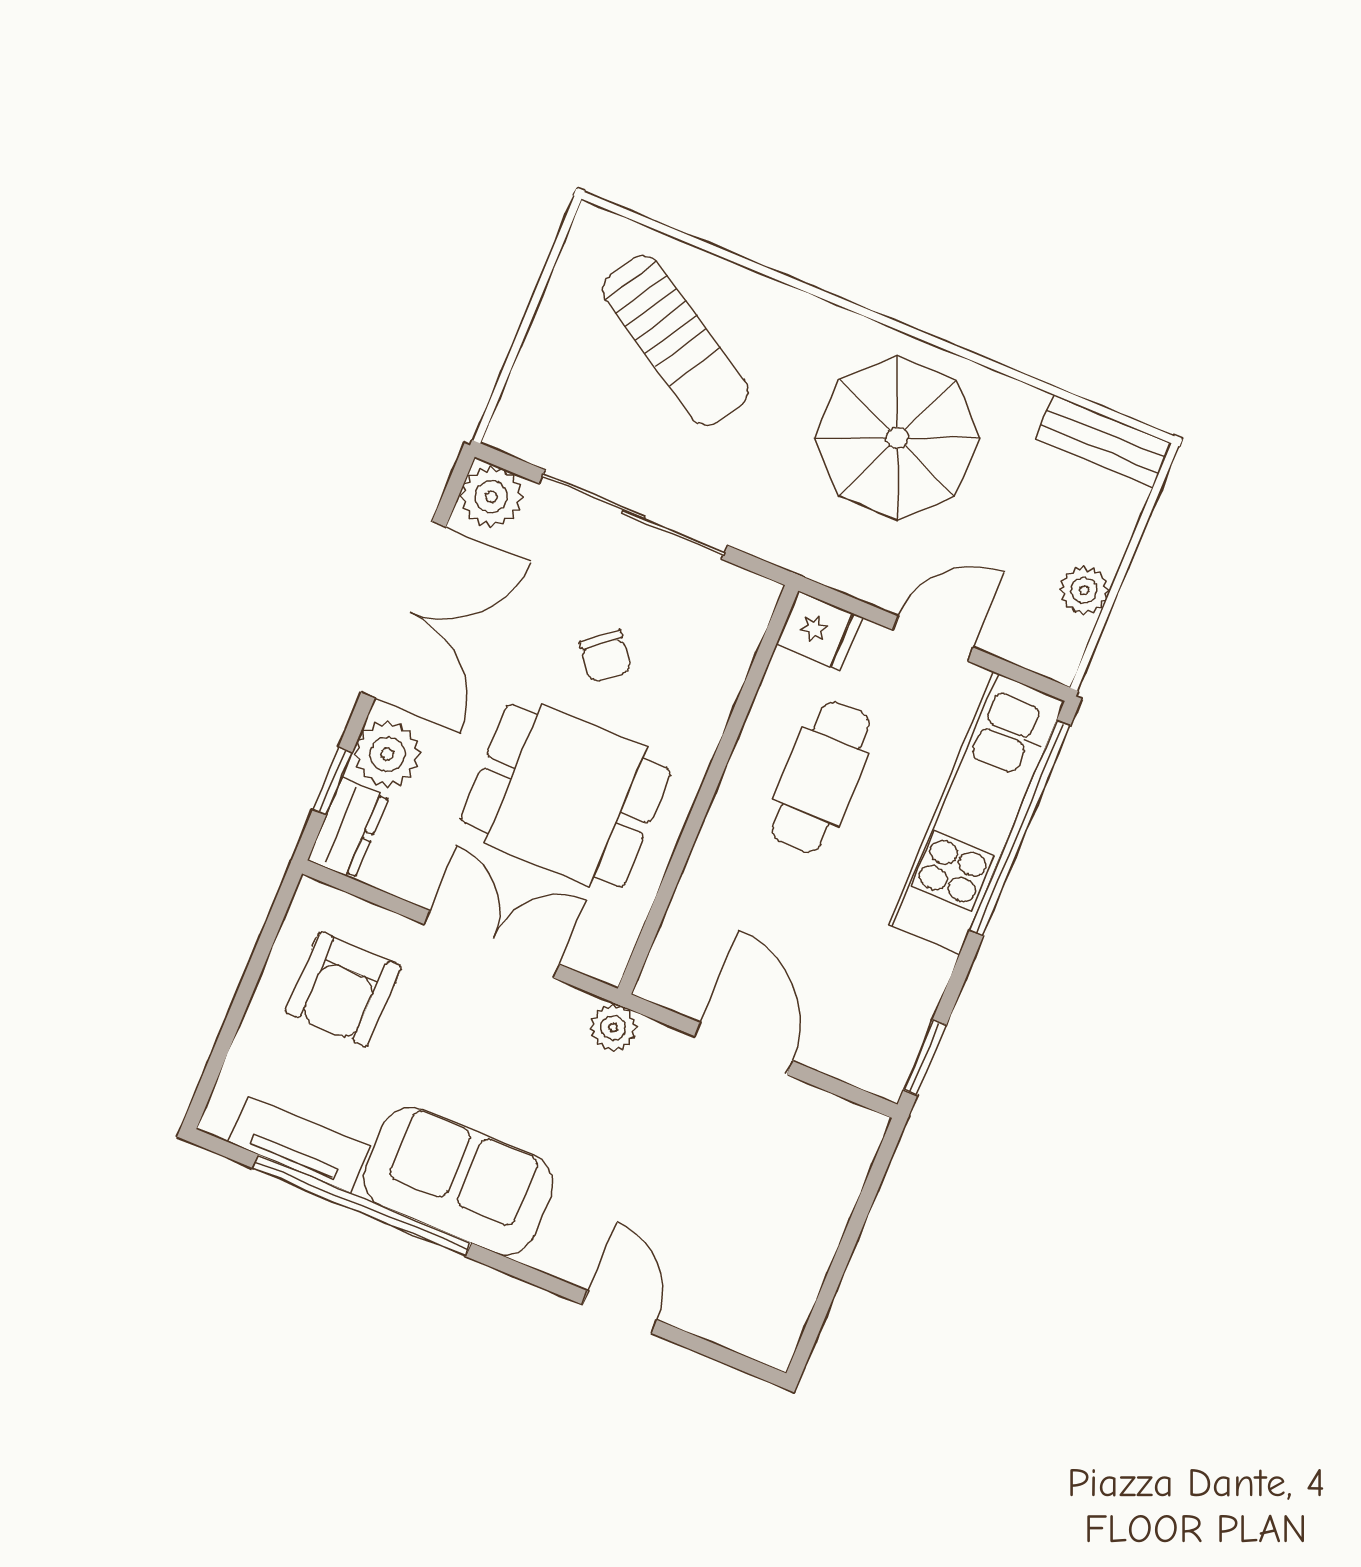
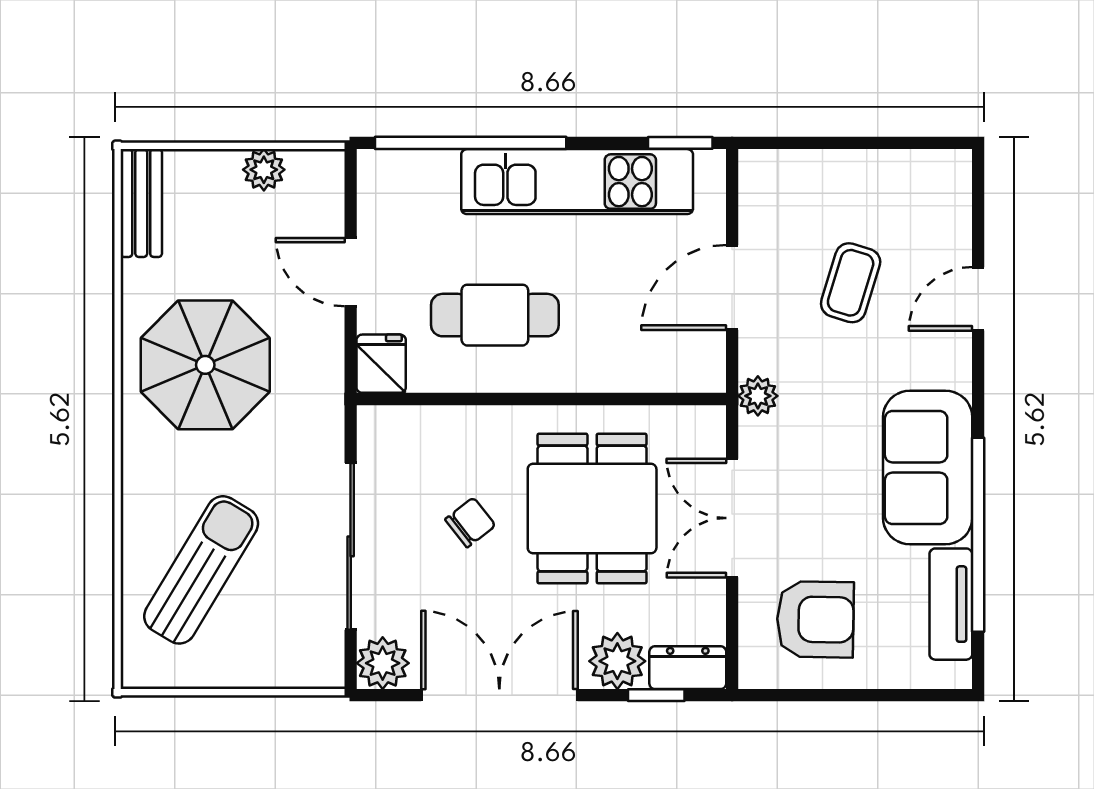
kitchen unit: (977, 813) -> (577, 182), moved
coffee table: (695, 1180) -> (851, 283), added

